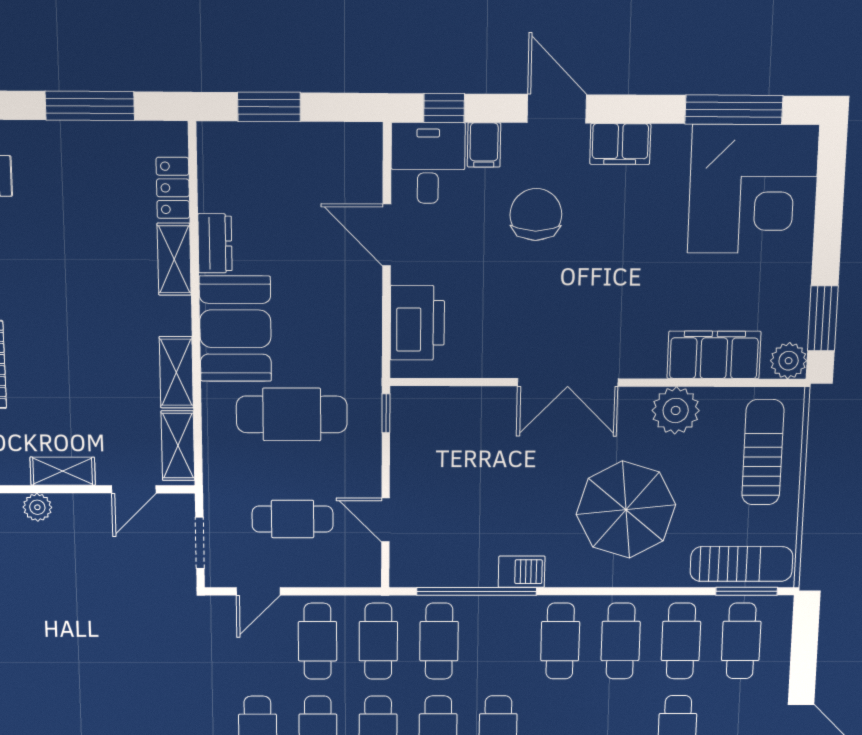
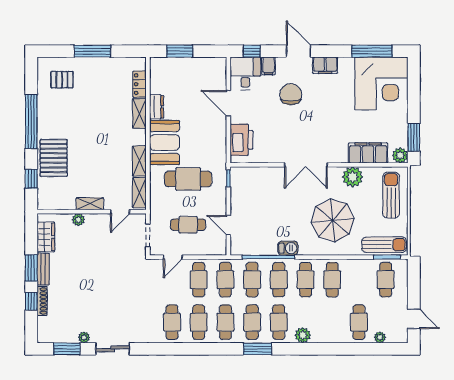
window: (90, 106) -> (92, 51), moved
cafe table: (681, 641) -> (279, 280), moved

